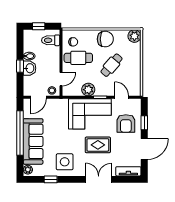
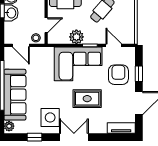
door: (39, 97) -> (21, 45), hinge flipped
armchair: (126, 123) -> (118, 75), turned 180
double door: (99, 179) -> (74, 137), moved

